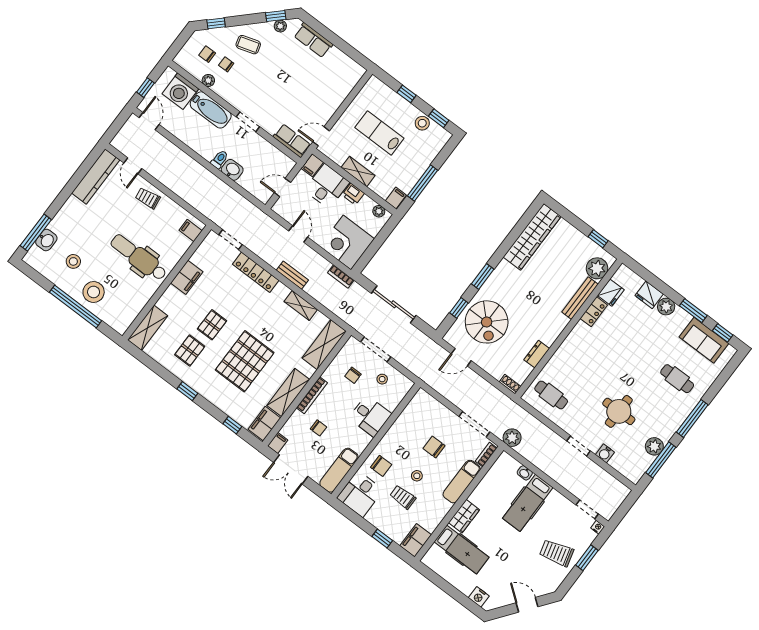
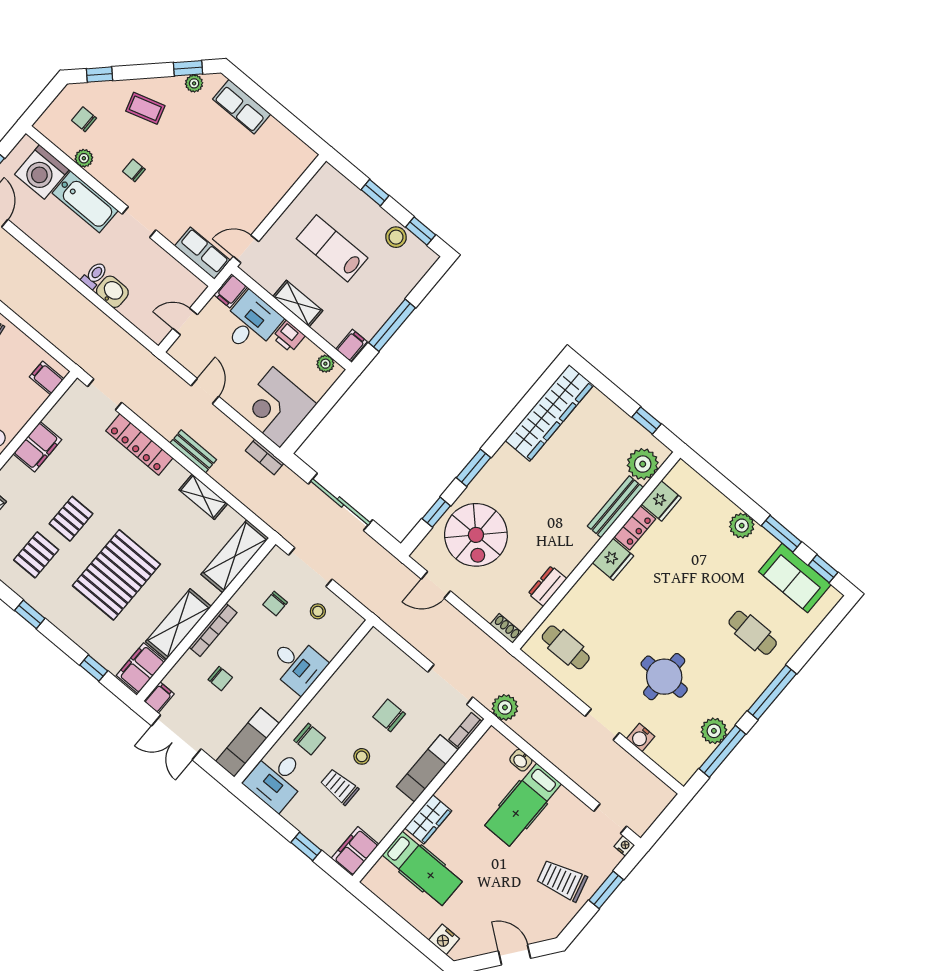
chair: (226, 64) -> (134, 170), moved
fridge: (649, 295) -> (613, 559), moved, turned -90

